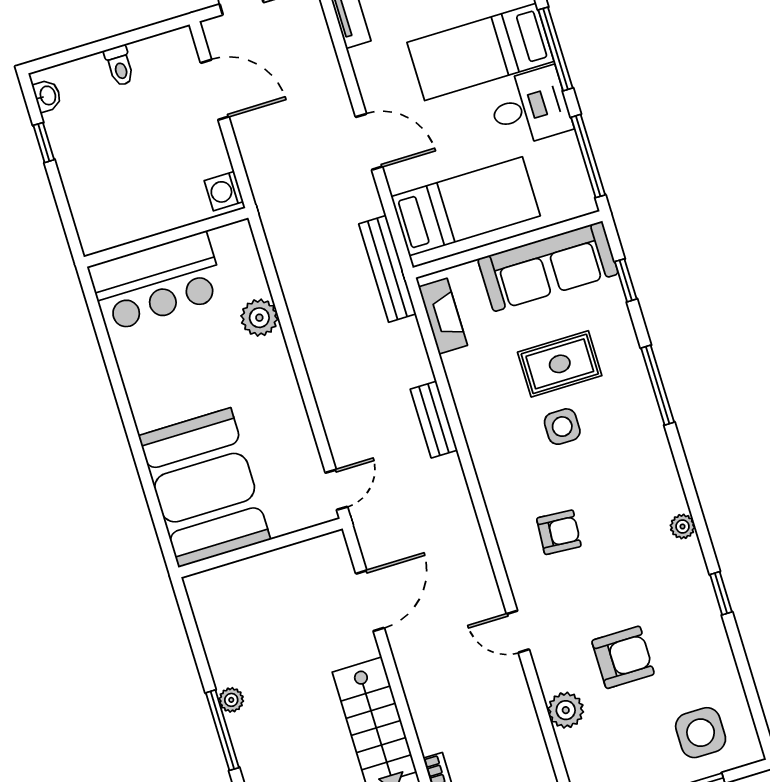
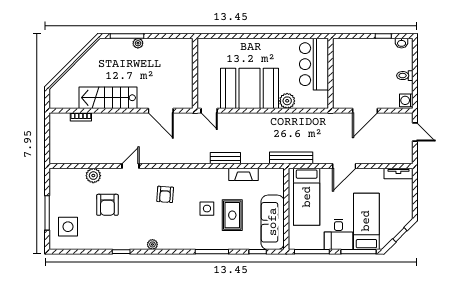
door: (215, 90) -> (365, 111), moved
washing machine: (224, 191) -> (406, 100), moved, turned -90
fireplace: (443, 316) -> (244, 174), moved
booth: (205, 488) -> (249, 88), moved

